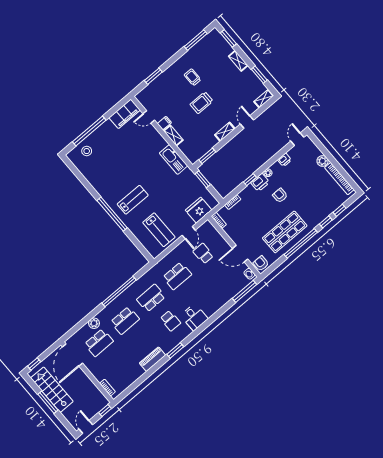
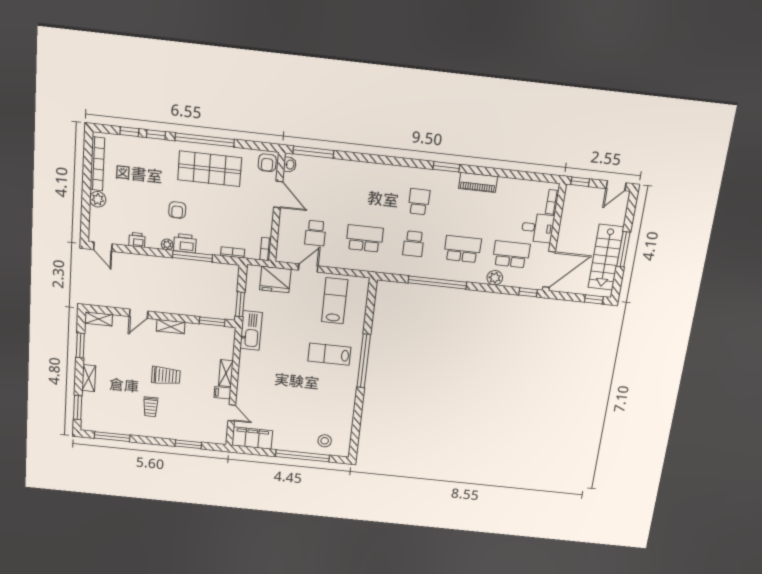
door: (297, 139) -> (103, 247), hinge flipped
kitchen sink: (174, 159) -> (251, 330), moved
window: (250, 180) -> (193, 256), width x2.17
school desk: (151, 298) -> (414, 244), width x0.54
desk: (194, 317) -> (538, 228), moved, turned 90
window: (70, 333) -> (528, 292), added

